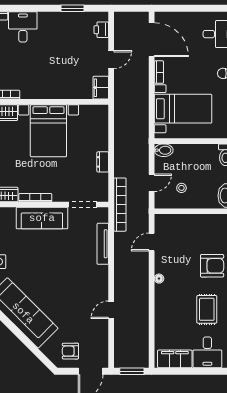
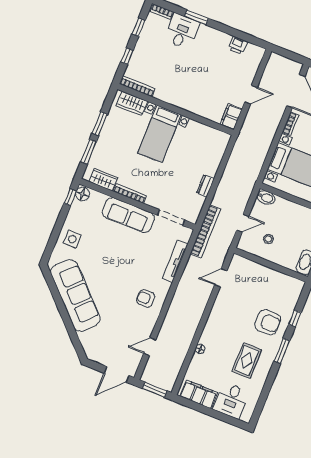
window: (73, 8) -> (197, 17), moved
printer: (101, 30) -> (238, 45), moved, turned -90
bed with nightstands: (48, 131) -> (159, 134), width x0.73
floor lamp: (159, 279) -> (200, 349), moved
door: (111, 310) -> (150, 347), moved
armchair: (70, 351) -> (146, 299), moved

